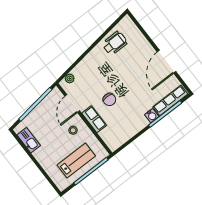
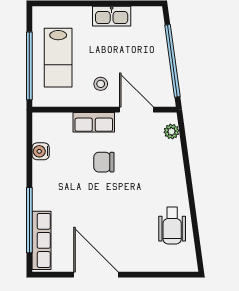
water cooler: (152, 116) -> (41, 151), moved
kitchen sink: (29, 140) -> (112, 16), moved

